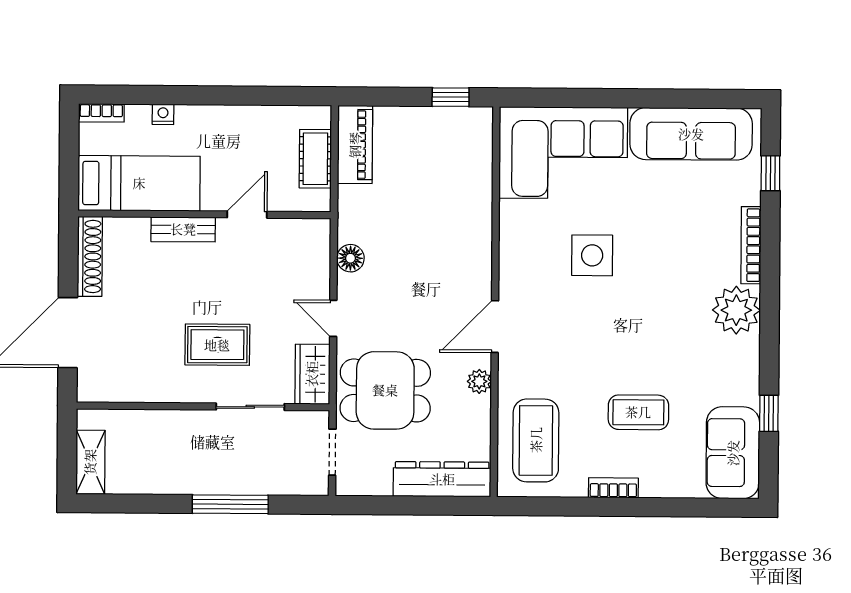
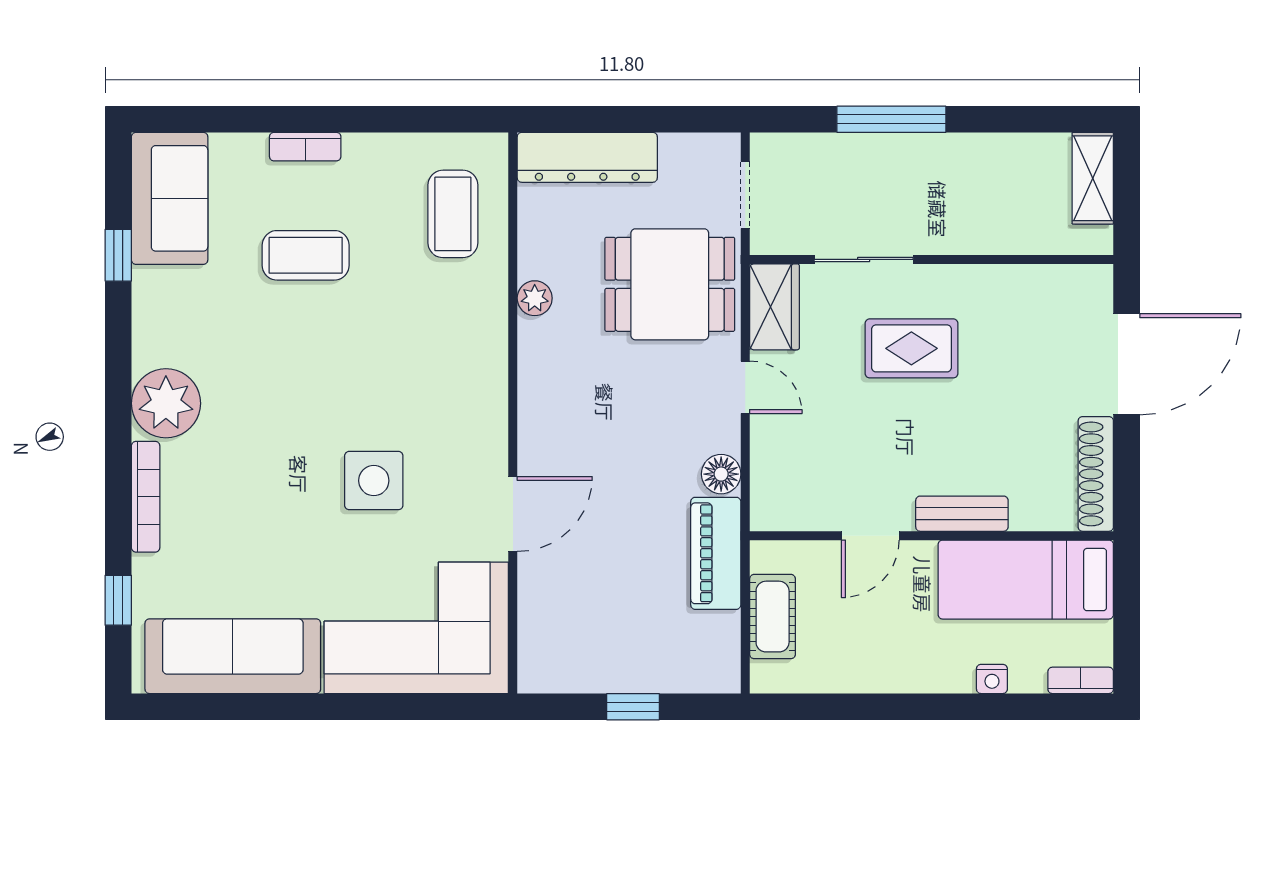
window: (451, 97) -> (633, 707), moved
piano: (355, 145) -> (716, 553), moved
door: (495, 327) -> (513, 514), moved
coffee table: (536, 440) -> (453, 214), width x0.73, depth x0.76
bookcase: (613, 488) -> (305, 147), moved

